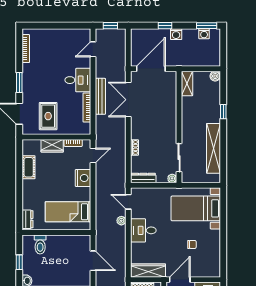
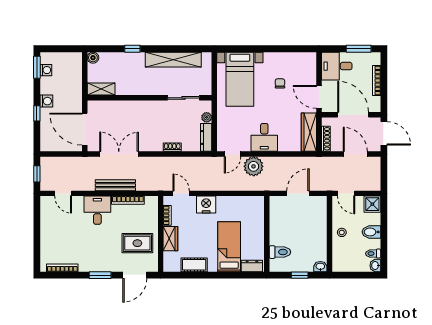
double door: (128, 100) -> (119, 154), swing flipped
plant: (172, 178) -> (207, 117), moved
bed: (68, 212) -> (229, 247), moved, turned 180
plant: (121, 221) -> (254, 166), width x1.88, depth x1.88

